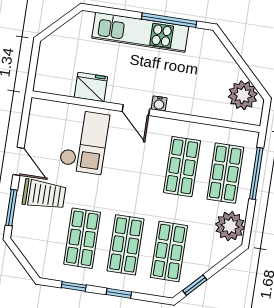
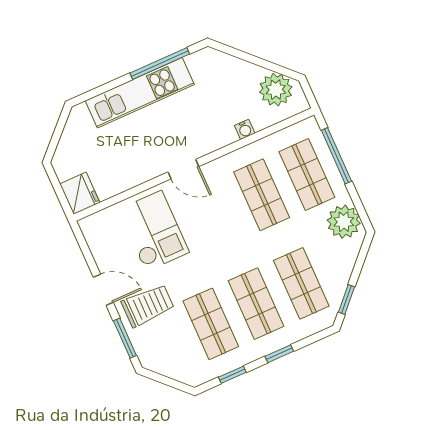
fridge: (91, 87) -> (80, 193), moved, turned 90
water cooler: (159, 104) -> (245, 129), moved

